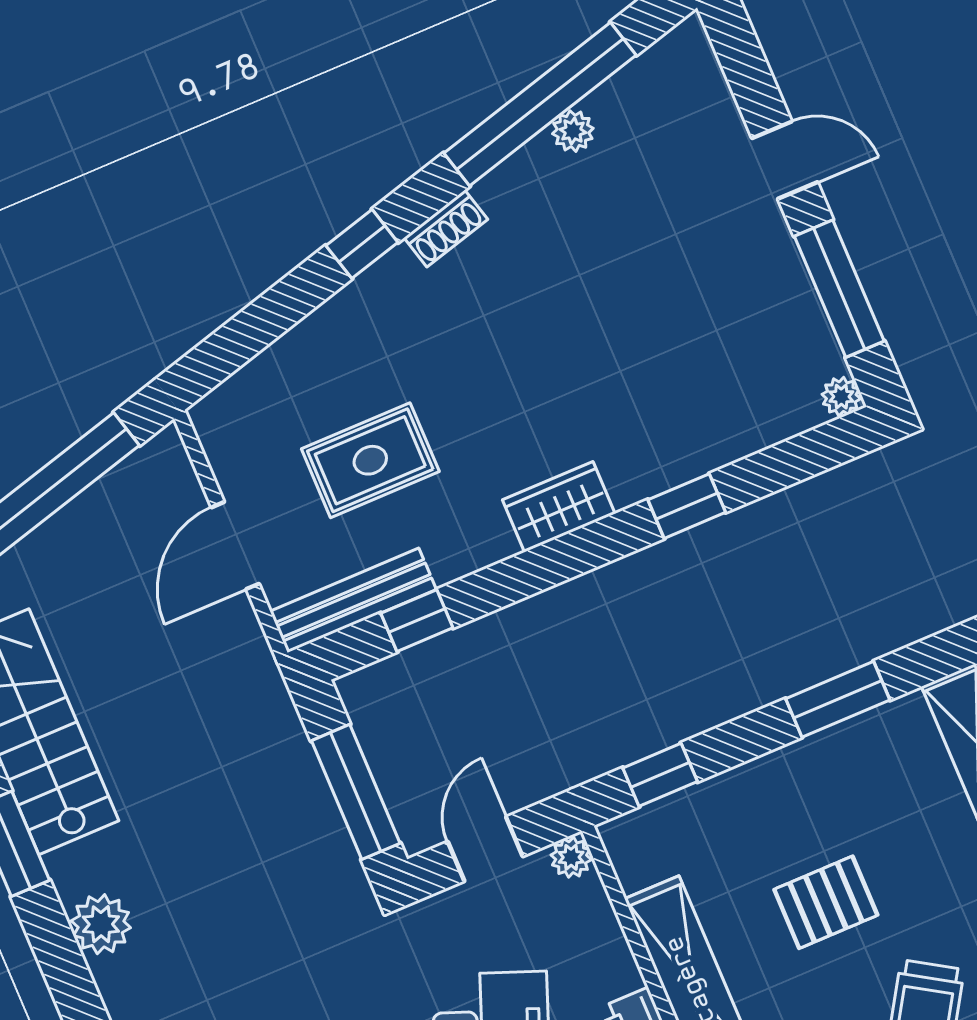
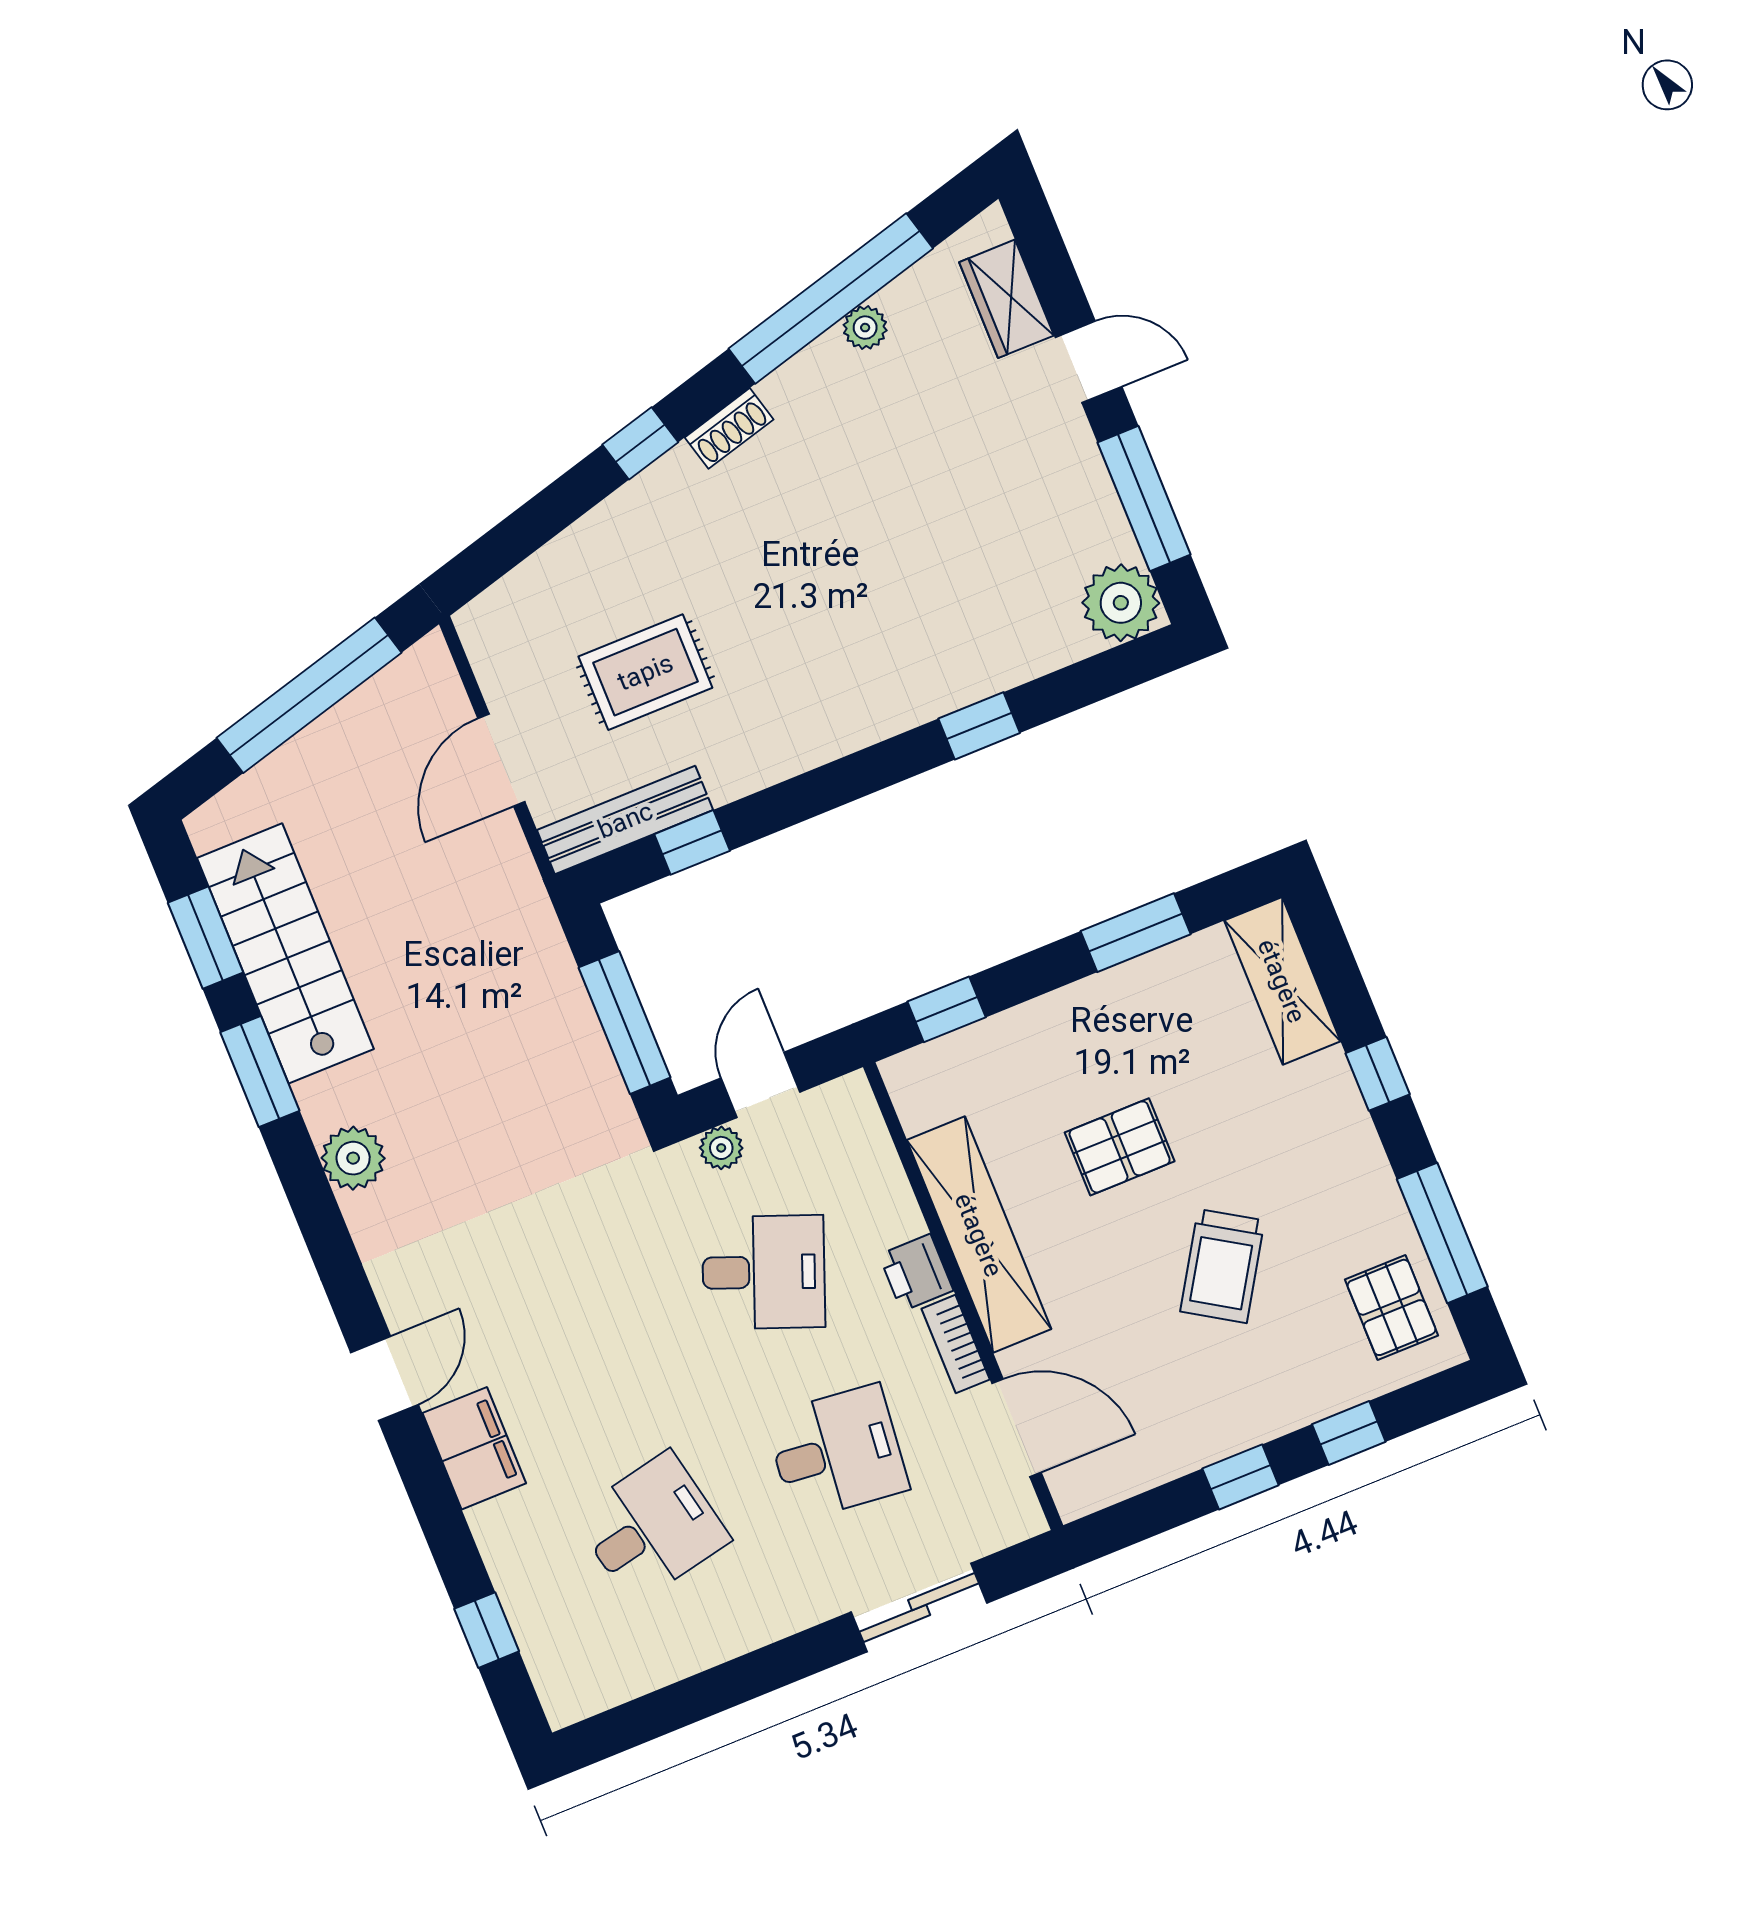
plant: (841, 397) -> (1121, 603), width x1.88, depth x1.88
wardrobe: (559, 507) -> (1007, 299), moved, turned -90
plant: (571, 857) -> (721, 1148), moved

